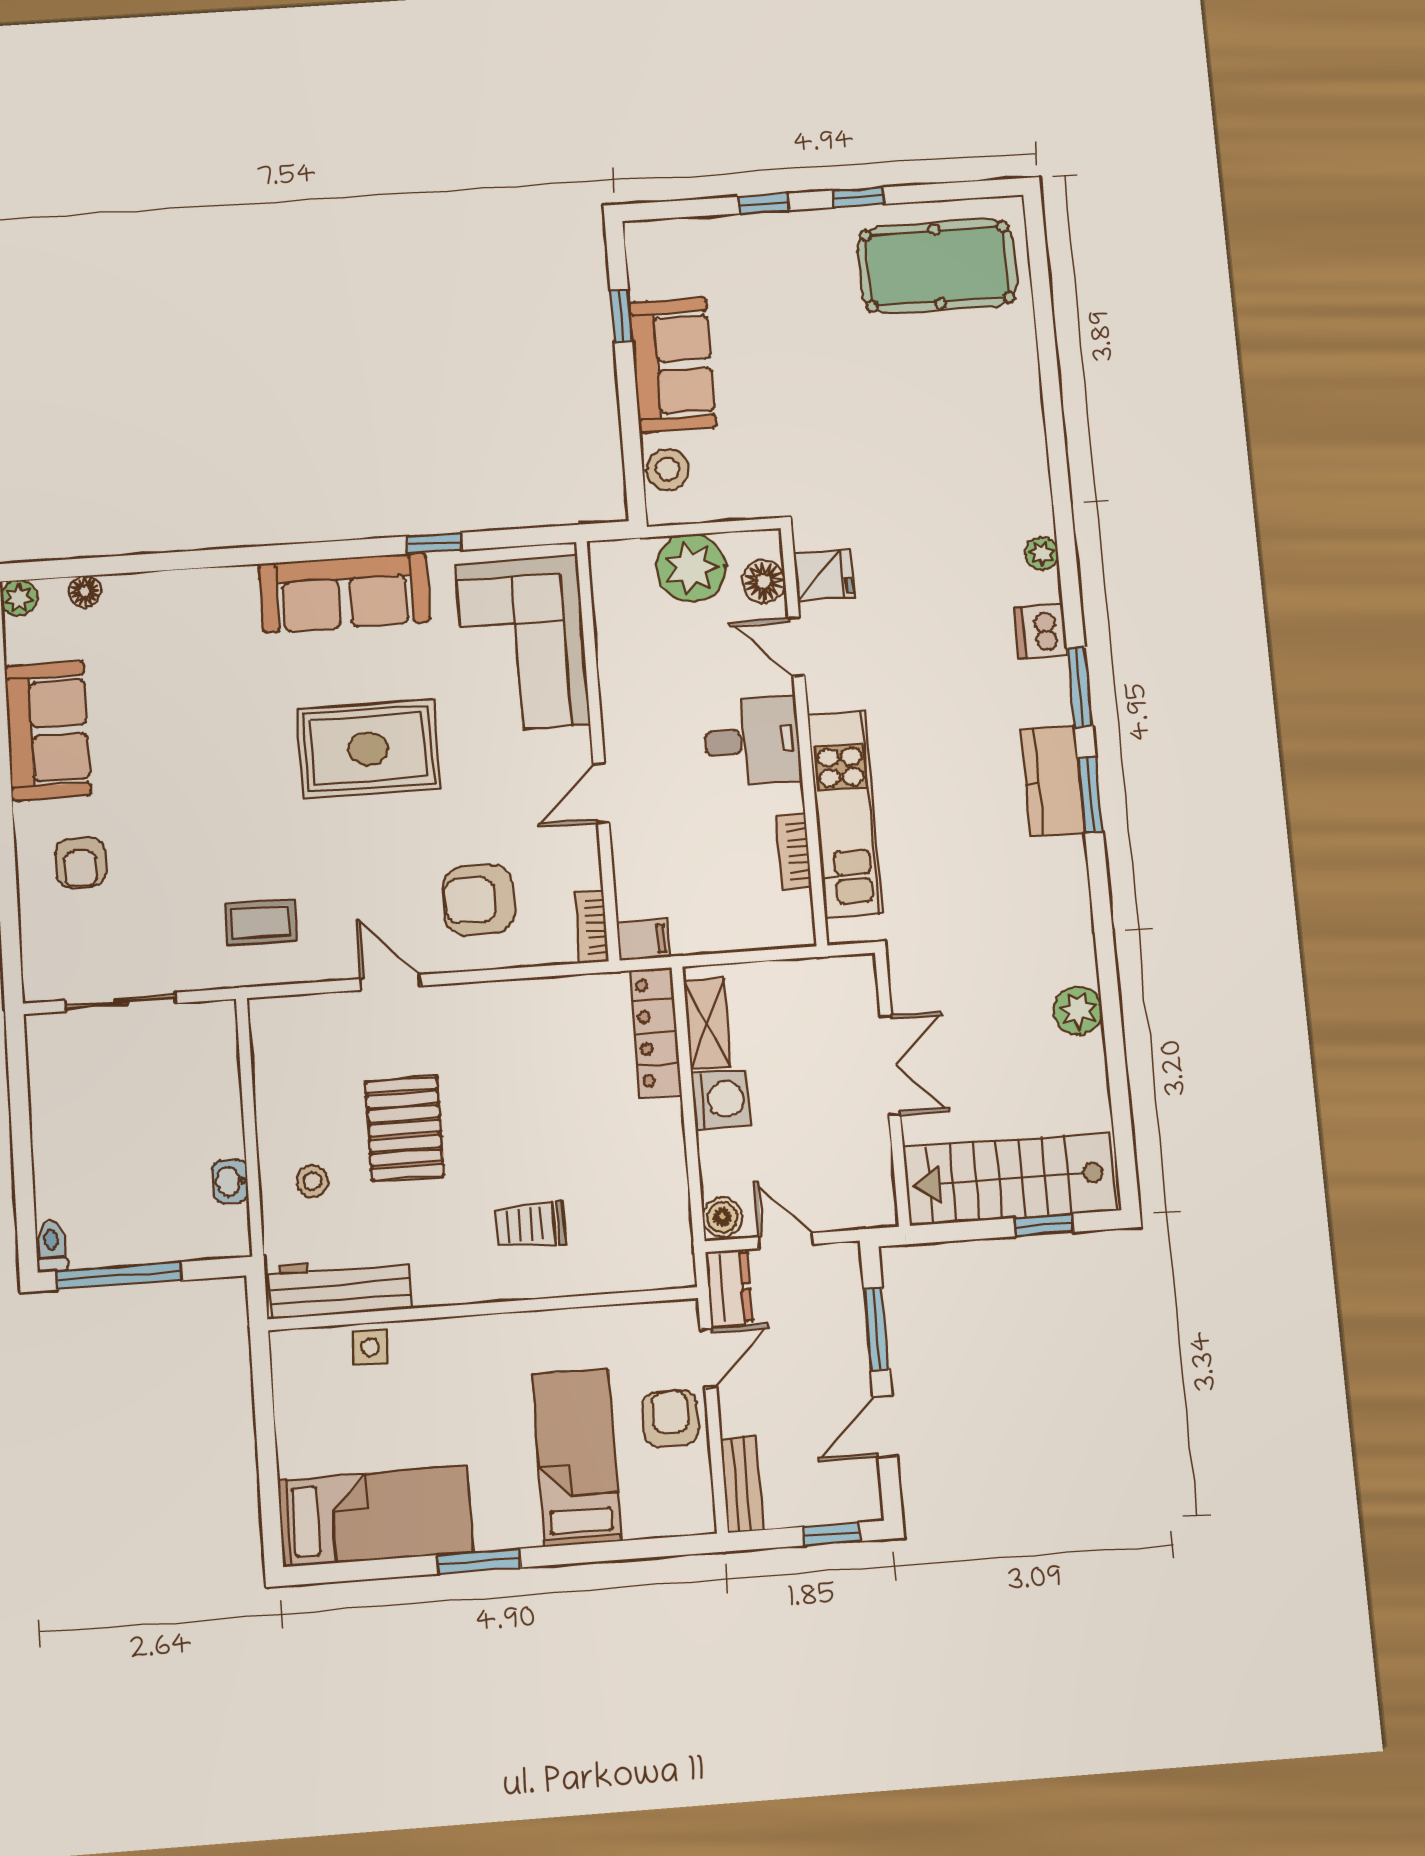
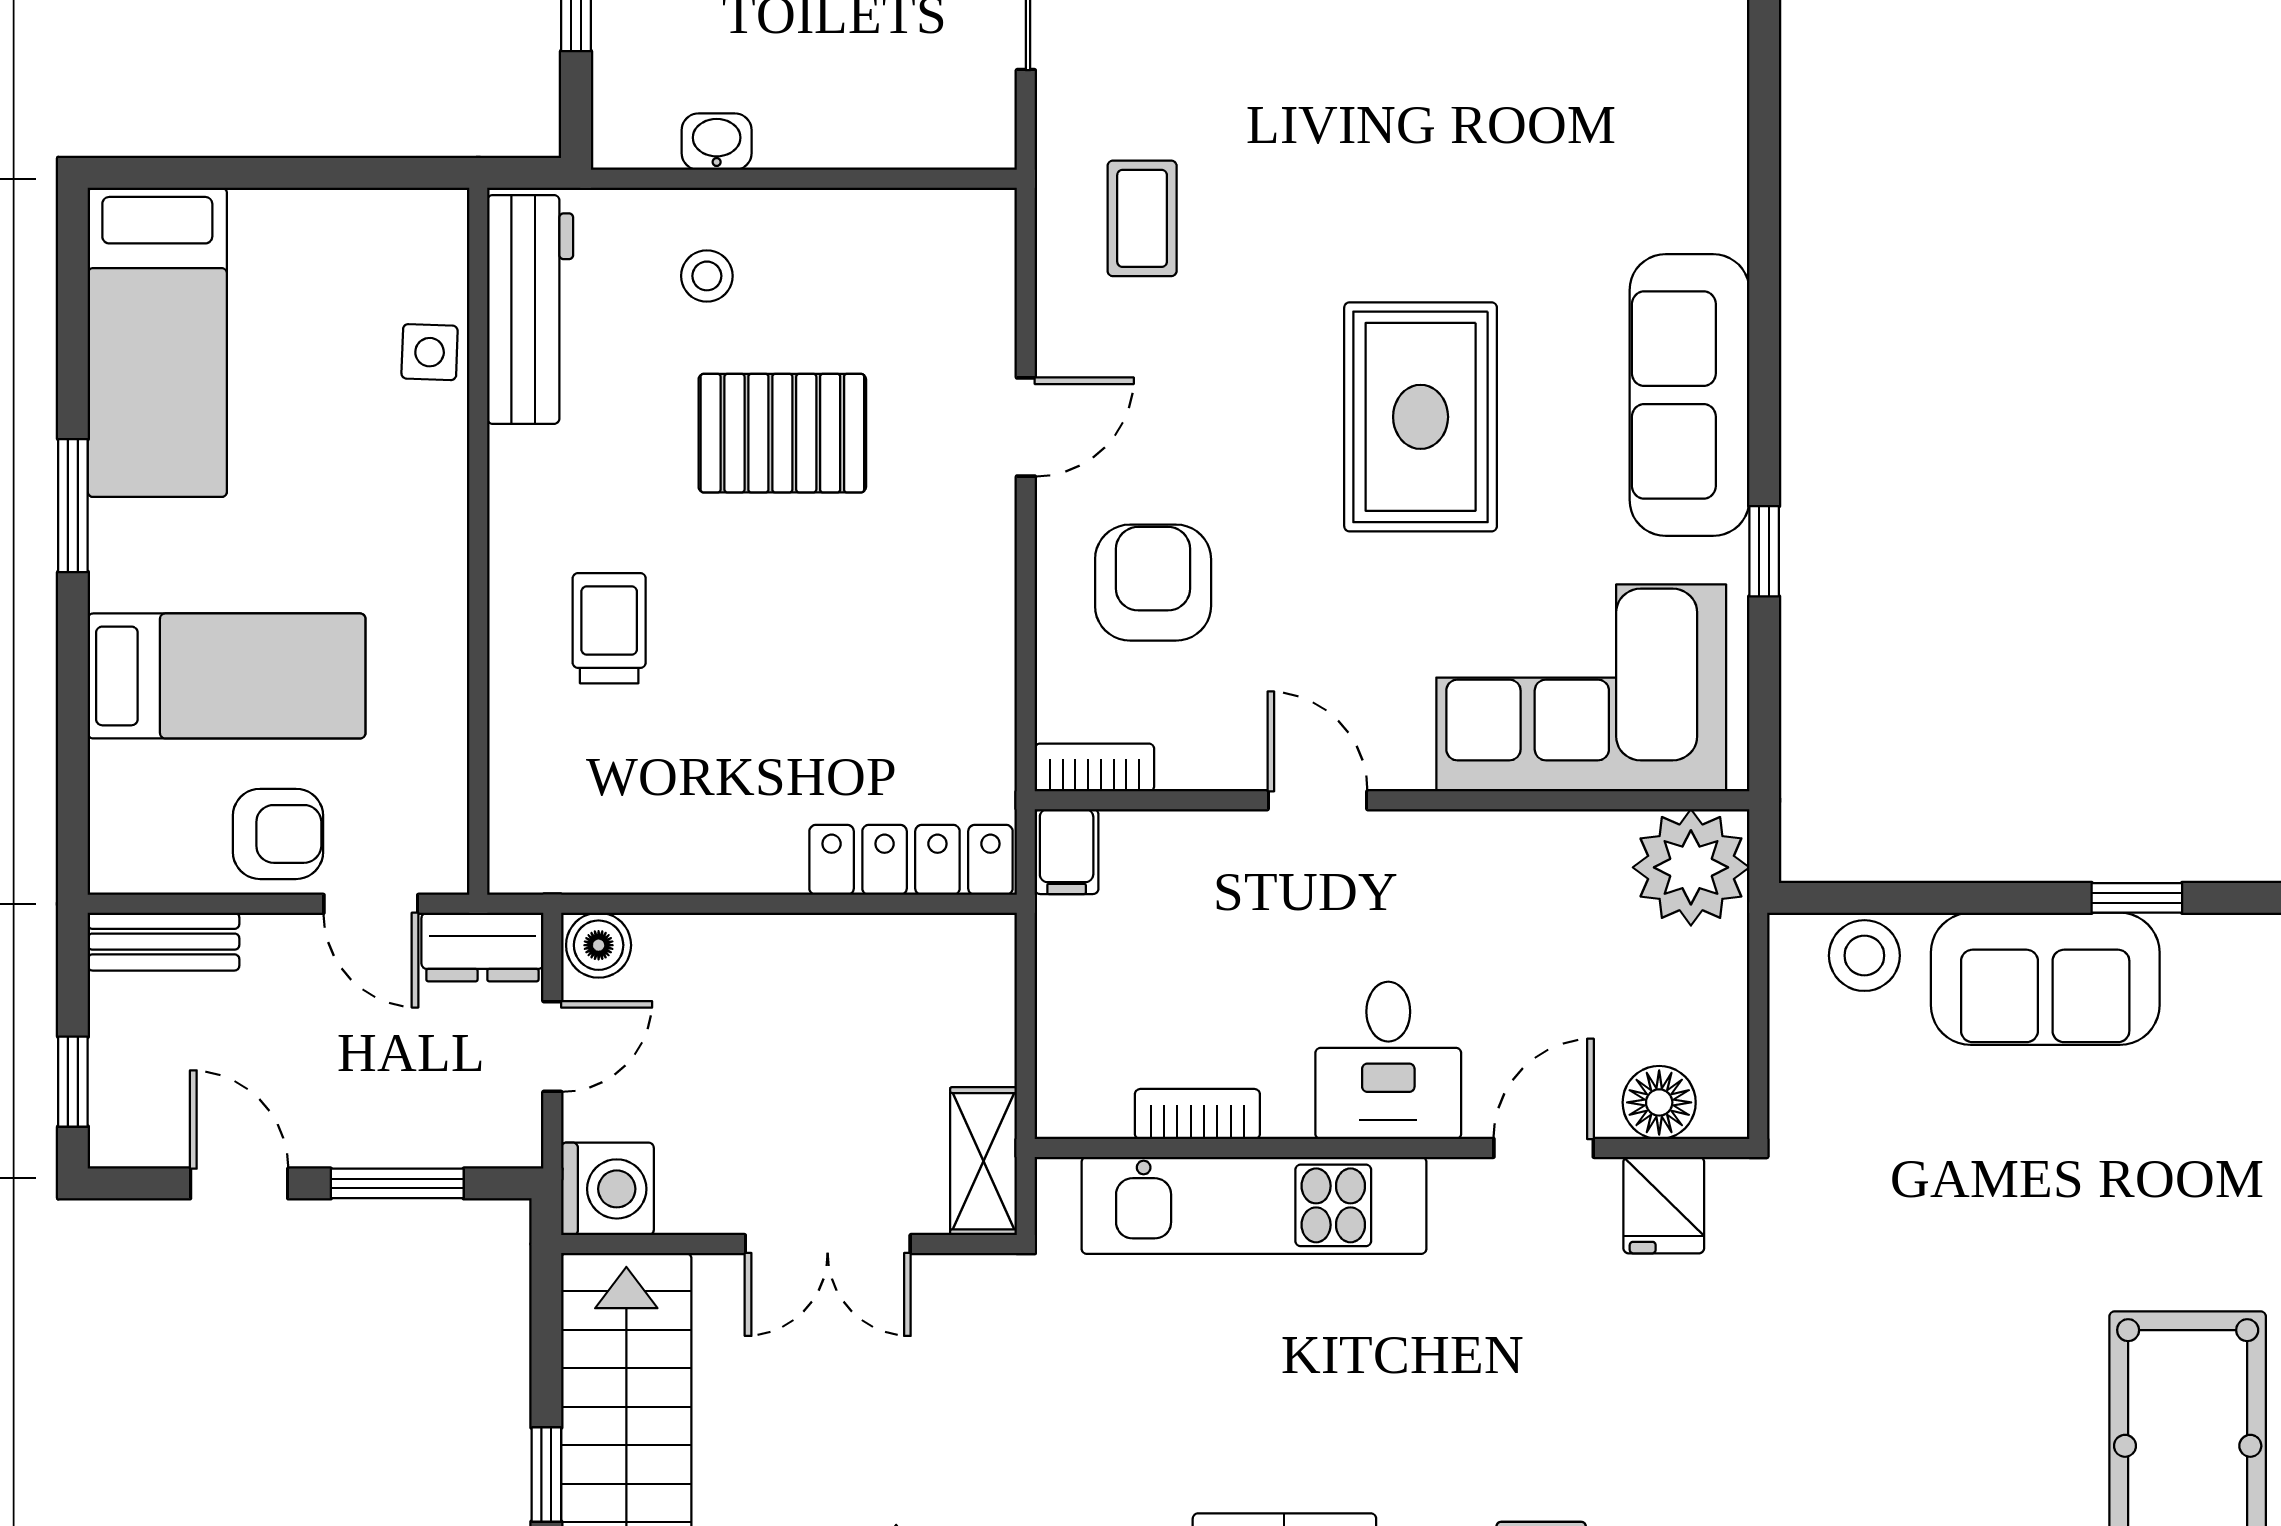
plant: (691, 568) -> (1691, 867), moved
shelving: (707, 1024) -> (984, 1161), moved, turned 90
washing machine: (721, 1099) -> (608, 1189), moved, turned -90

